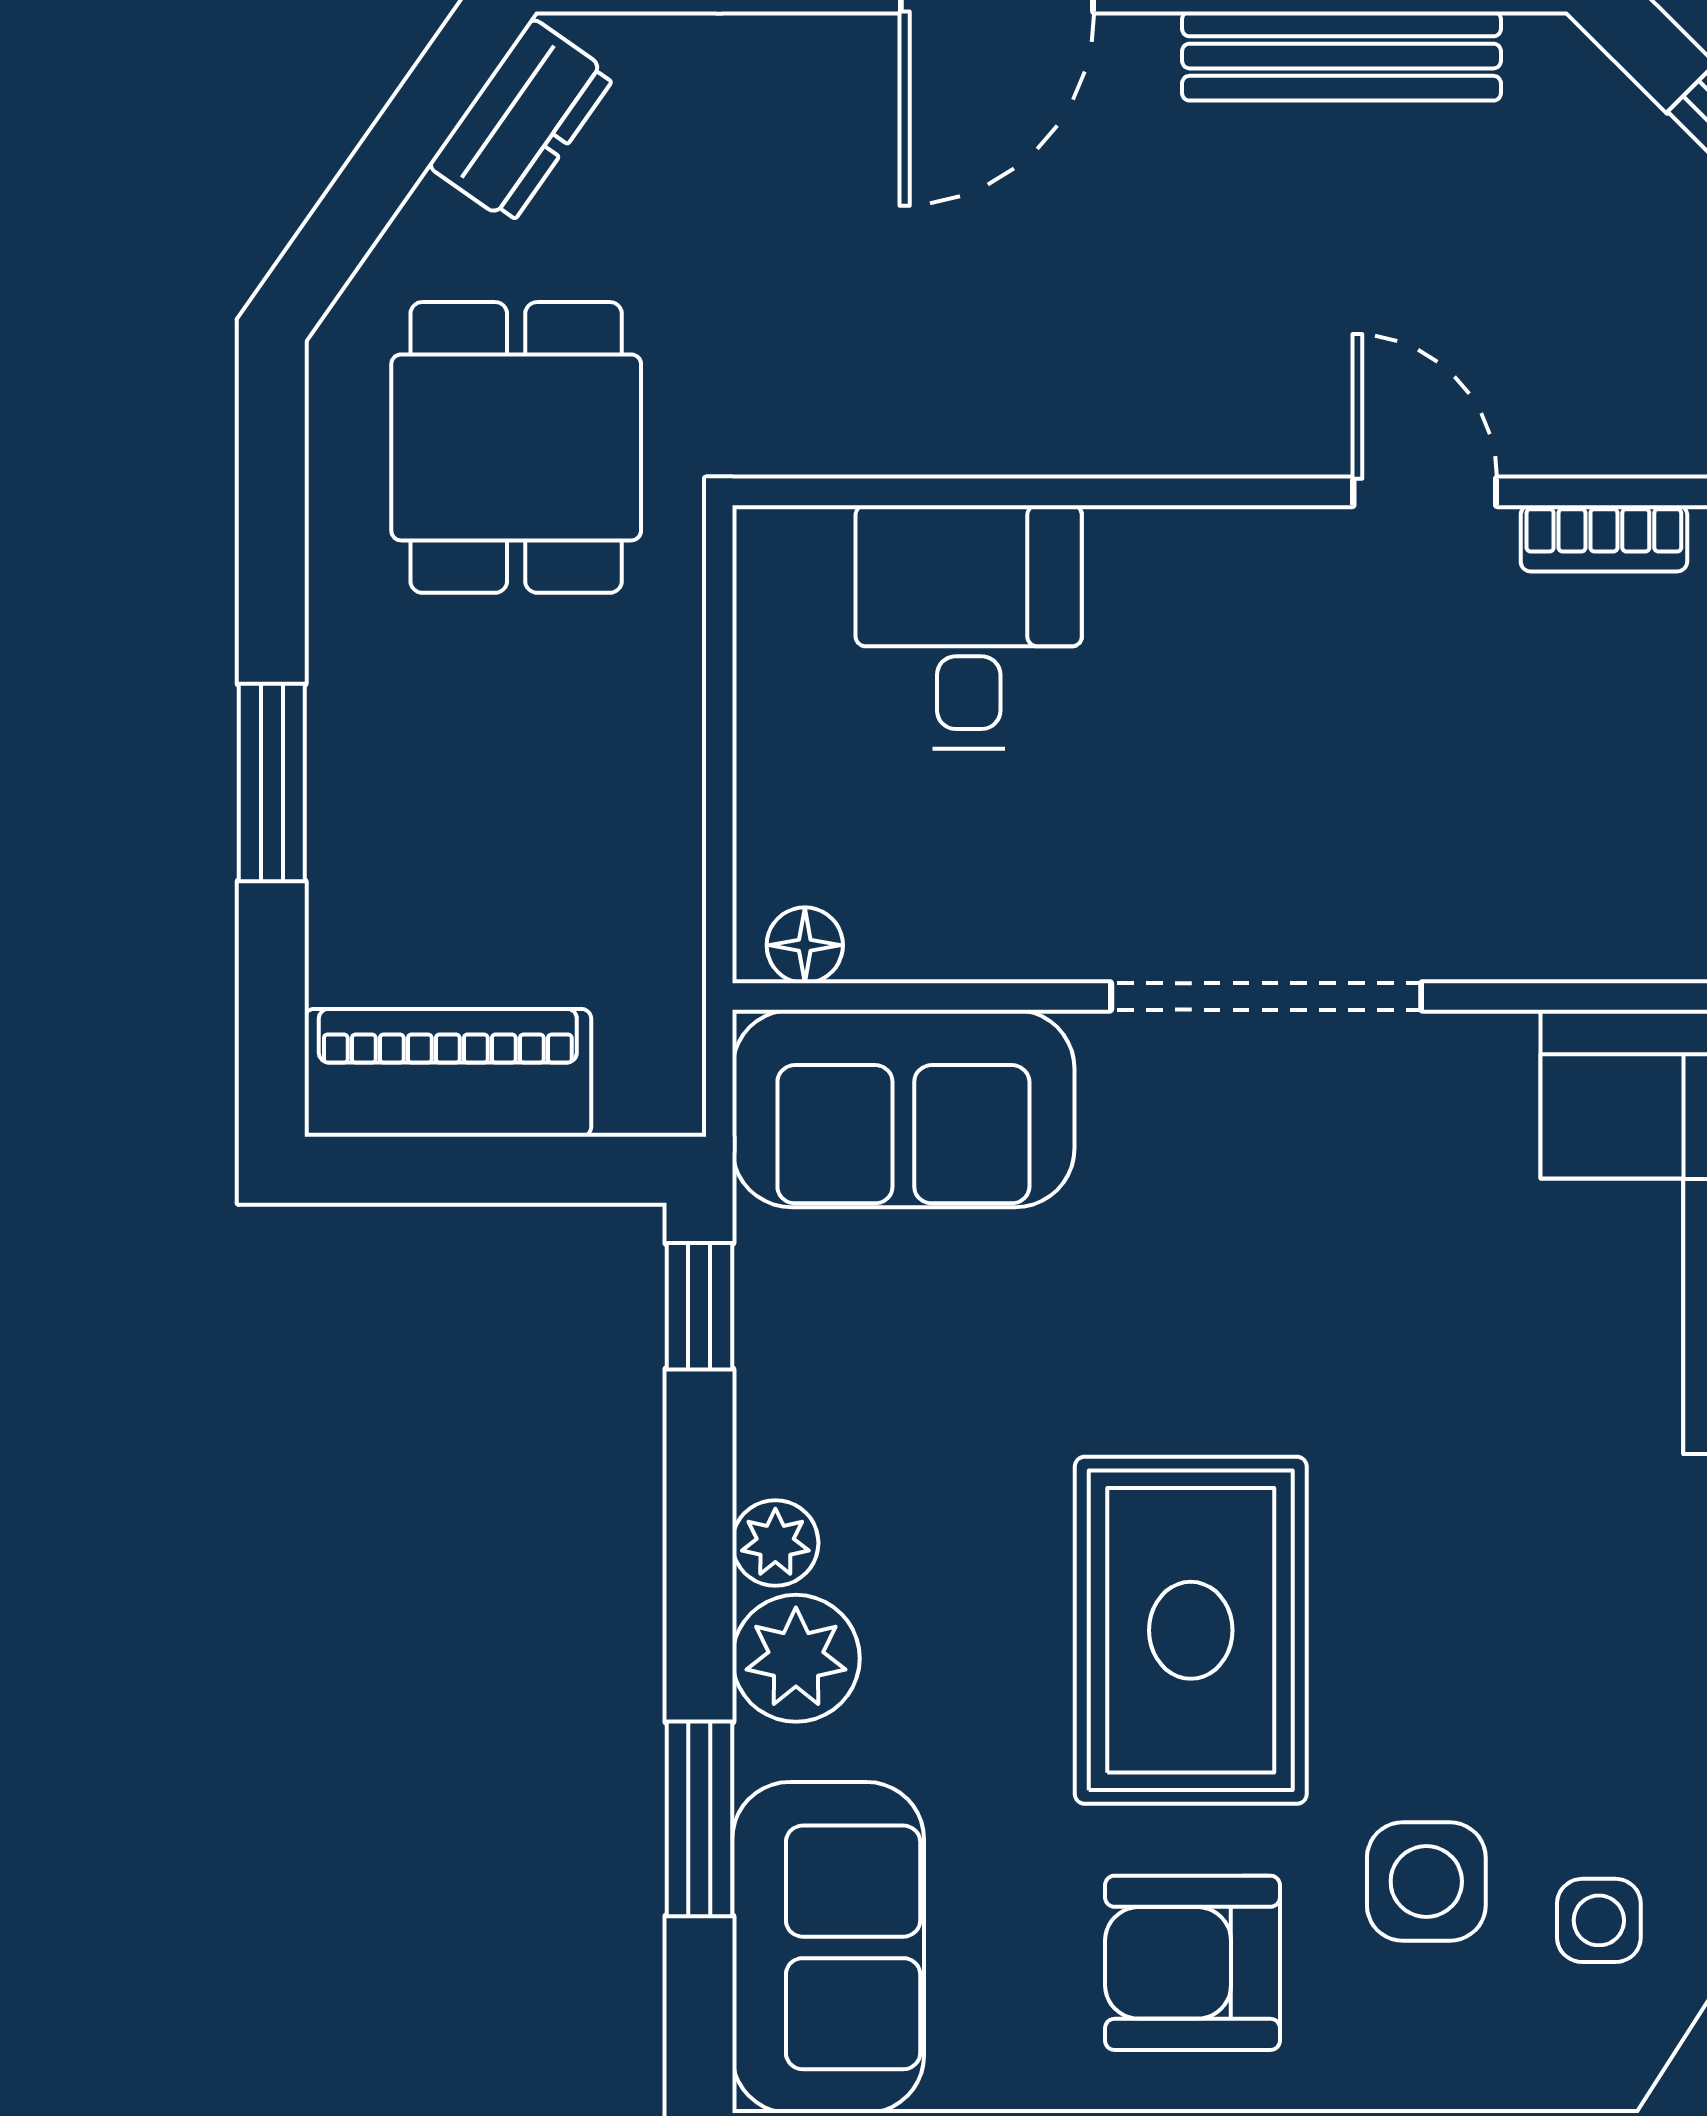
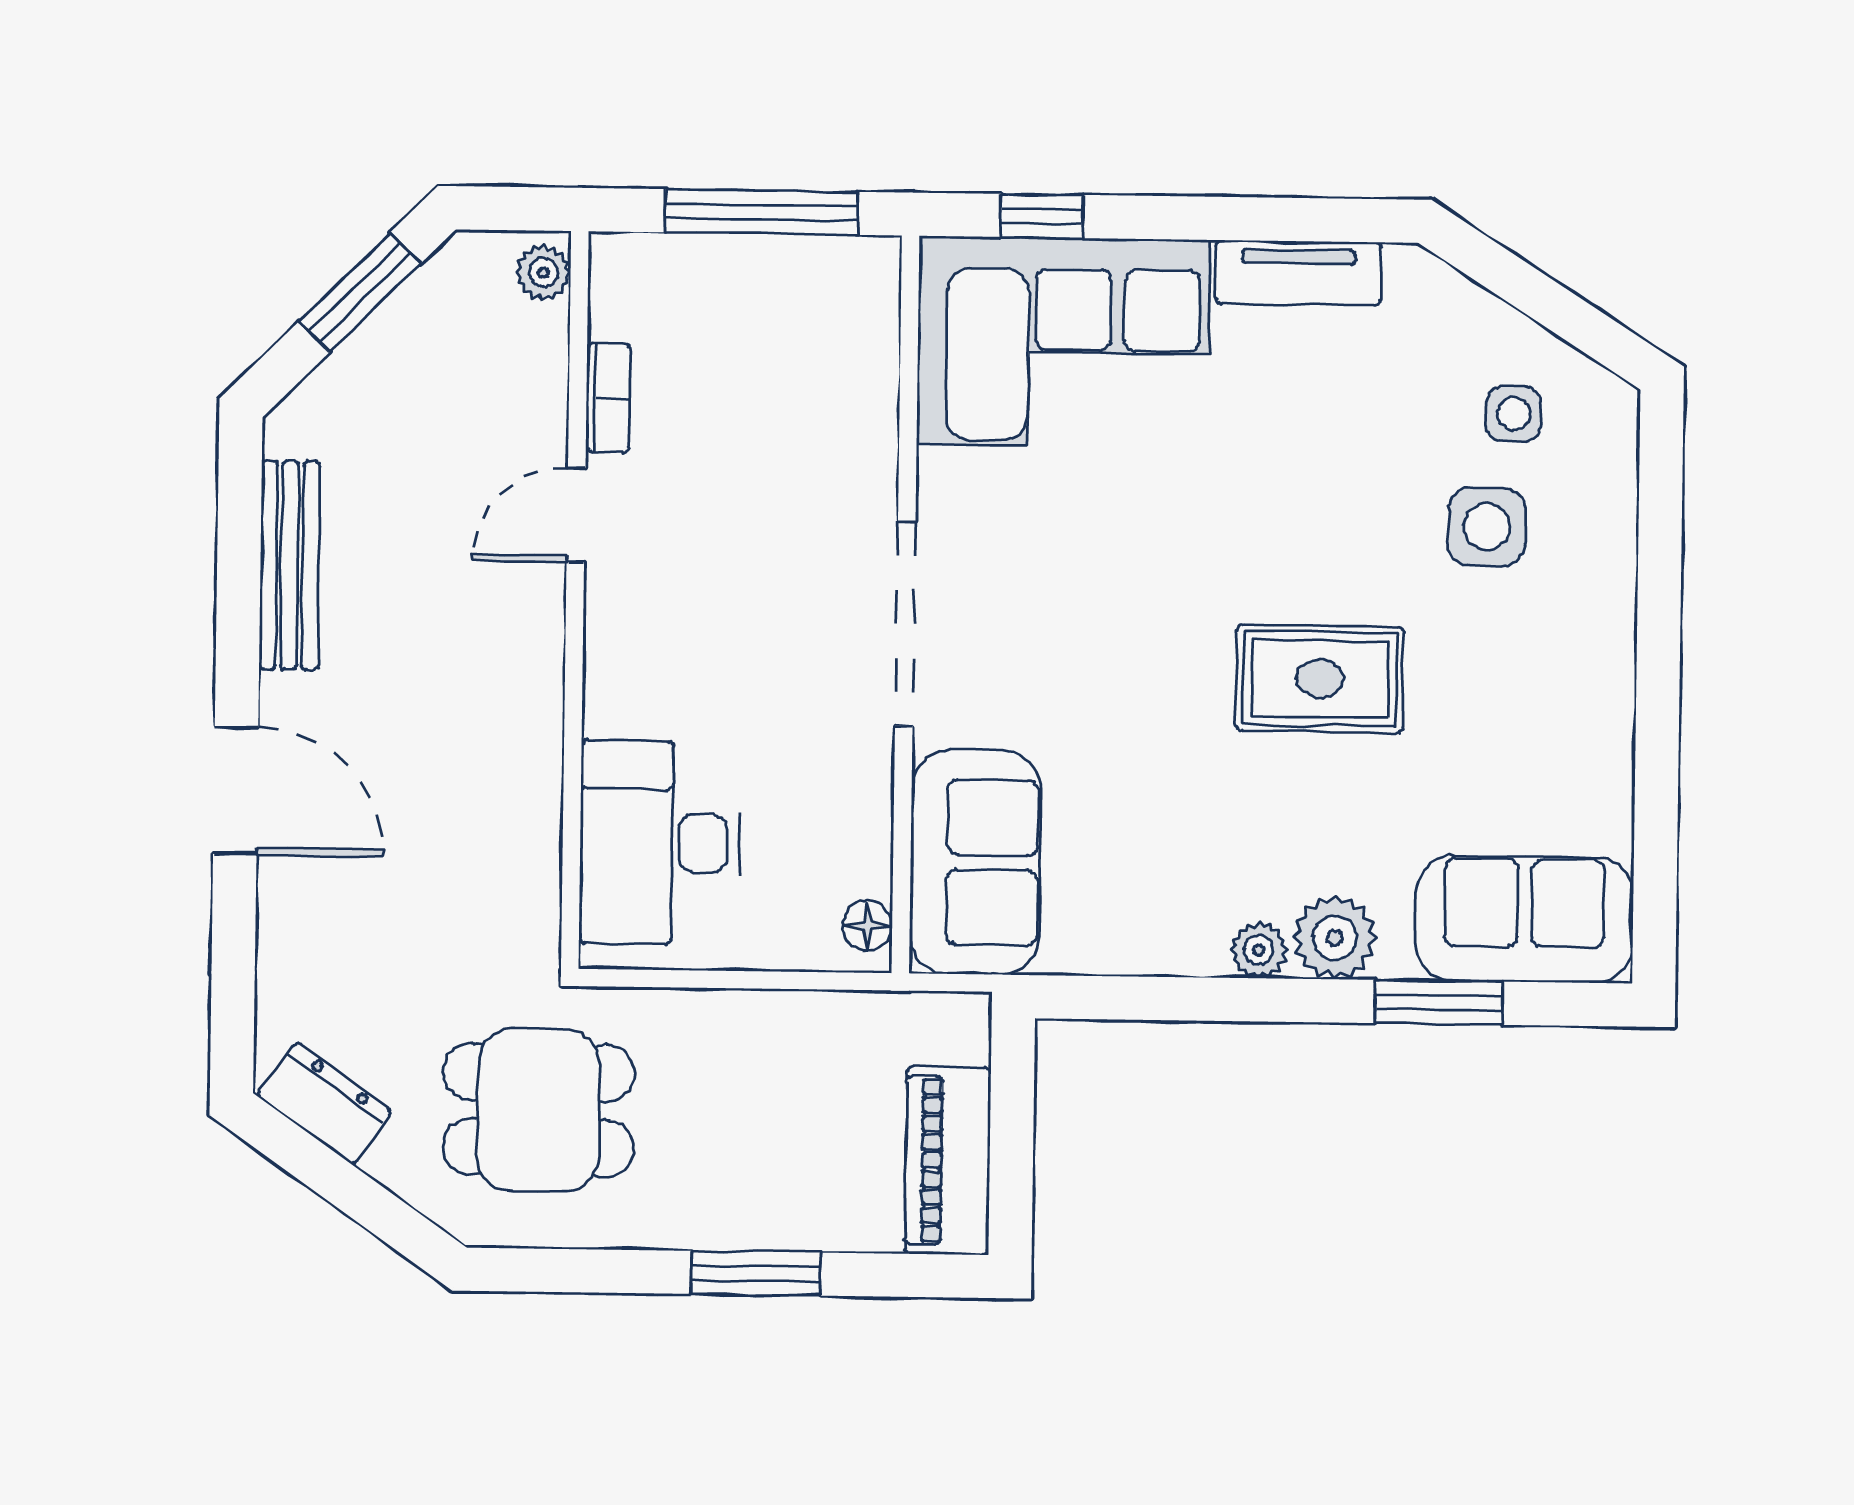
desk: (969, 627) -> (660, 843), width x1.37
window: (699, 1306) -> (1103, 998), removed
rug: (1191, 1630) -> (1320, 679), width x0.73, depth x0.70
armchair: (1192, 1963) -> (1538, 681), removed

